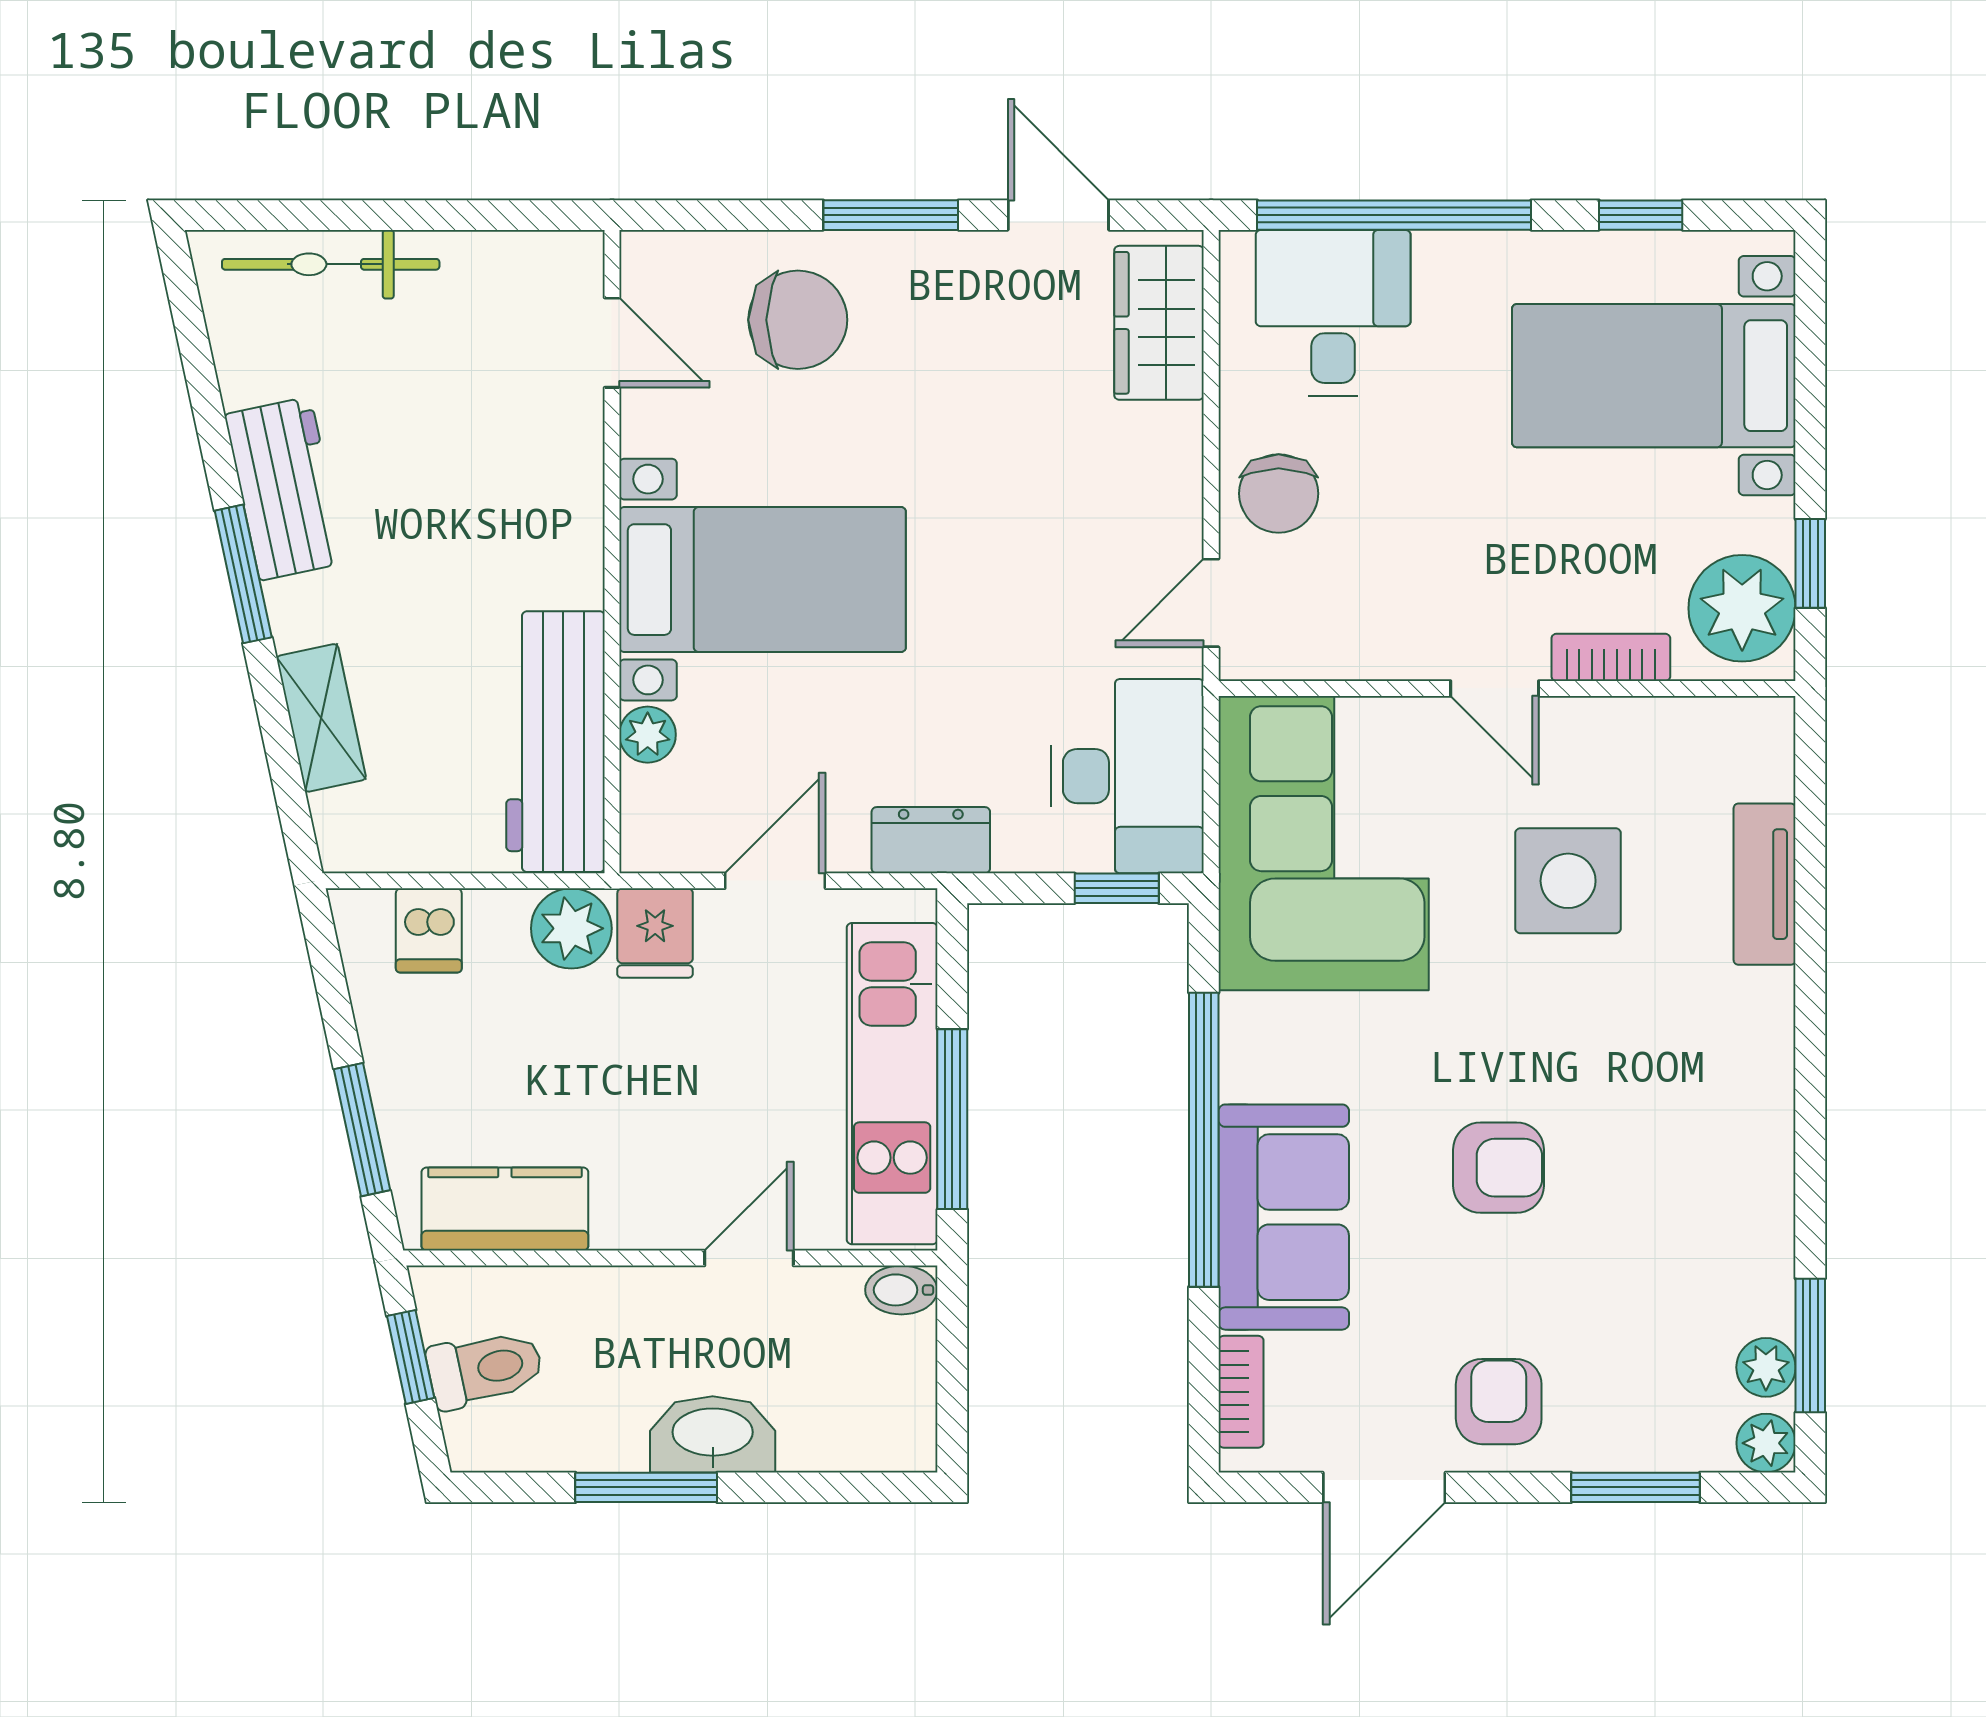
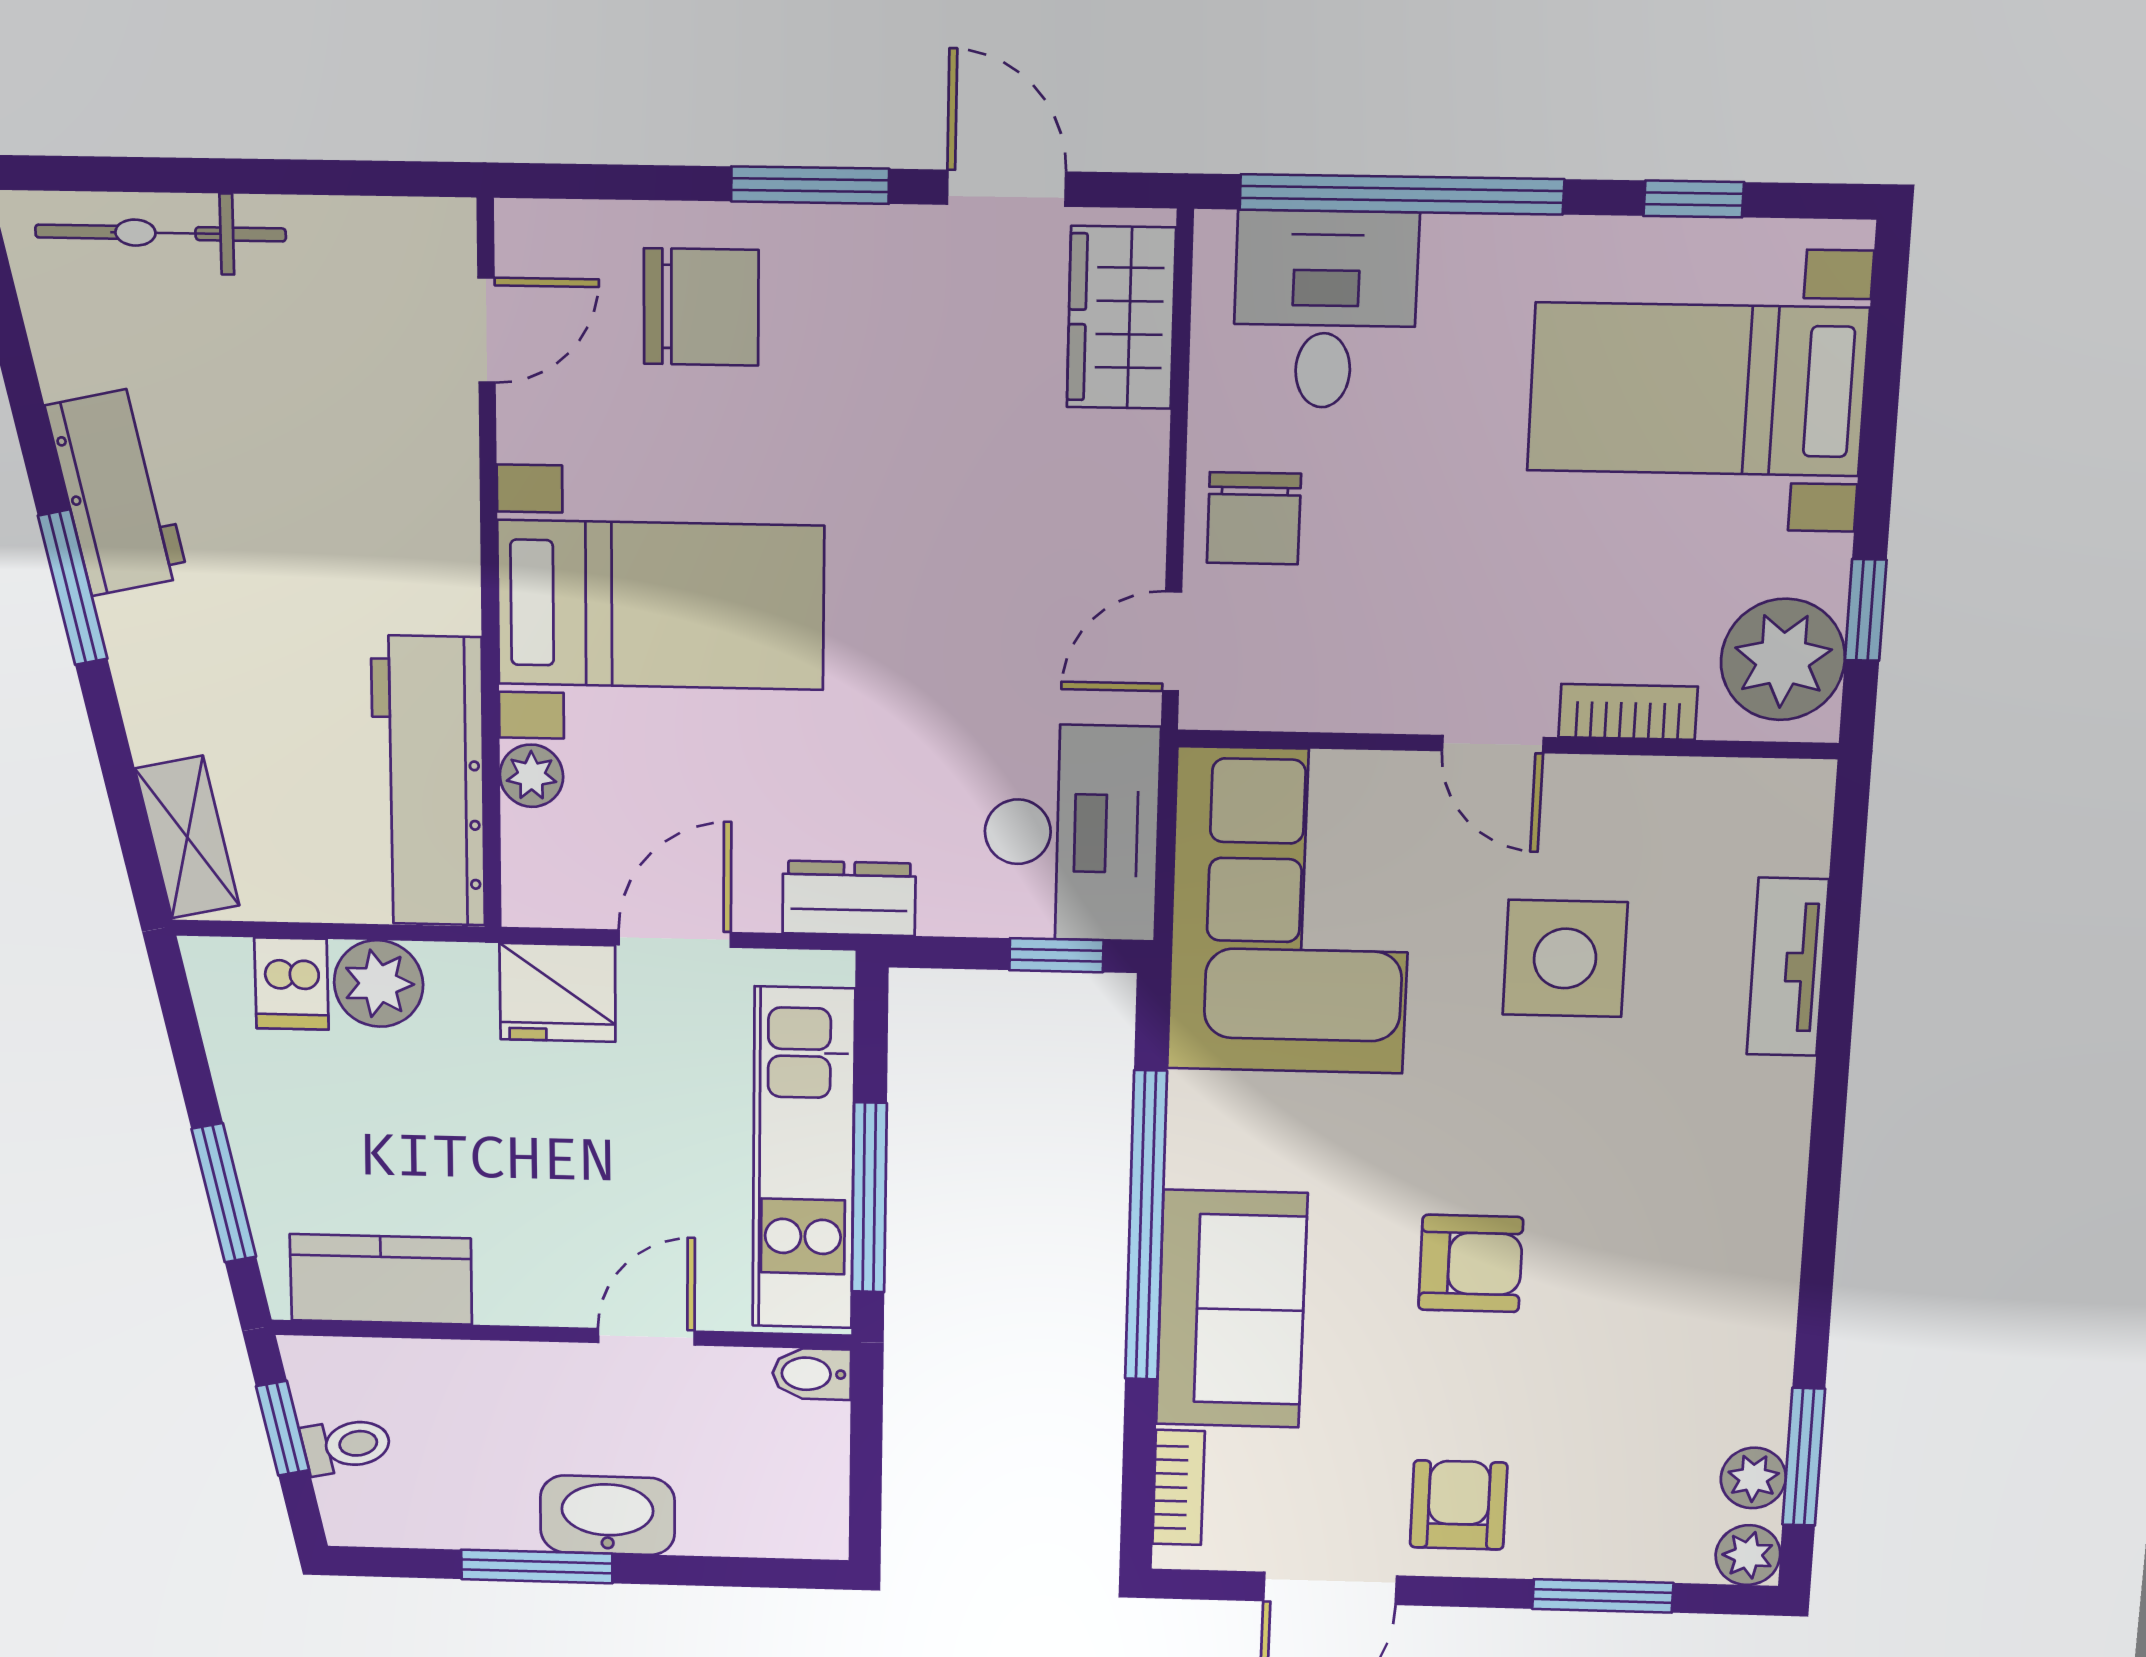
door: (612, 343) -> (487, 330), hinge flipped
shelving: (321, 718) -> (187, 837), moved
plant: (571, 928) -> (379, 984), moved
fridge: (655, 933) -> (558, 992), width x1.38
toilet: (485, 1369) -> (347, 1445), width x0.73, depth x0.72

